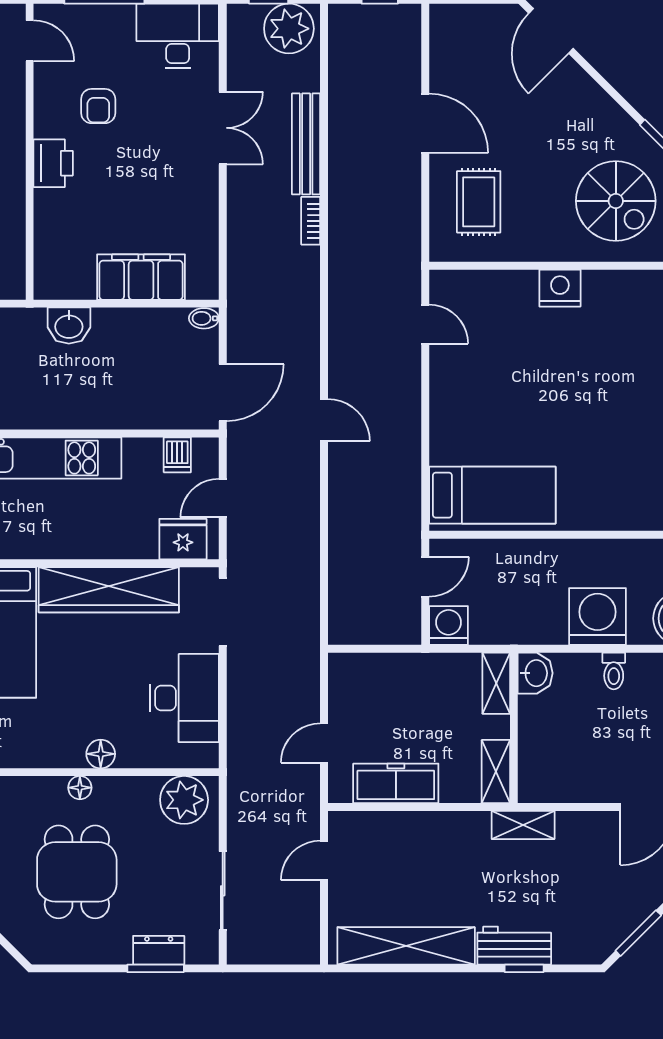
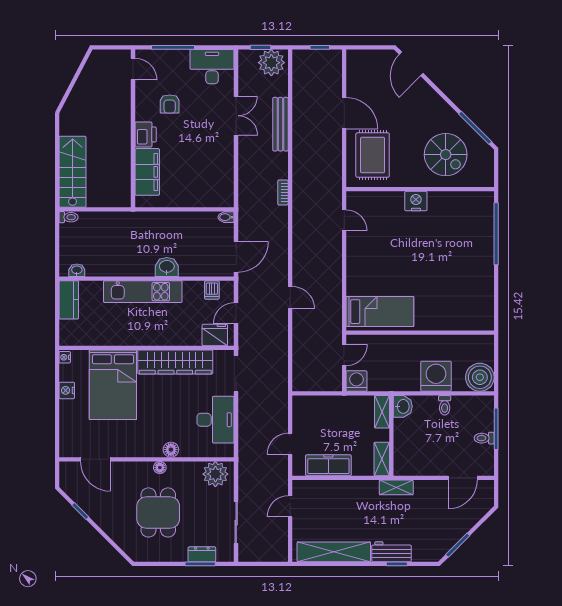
rug: (479, 202) -> (373, 155), width x1.36, depth x1.43
bookcase: (311, 221) -> (283, 193), moved
filing cabinet: (141, 277) -> (147, 172), moved, turned 90
washbasin: (69, 326) -> (167, 267), moved, turned 180
door: (324, 420) -> (290, 298), moved

